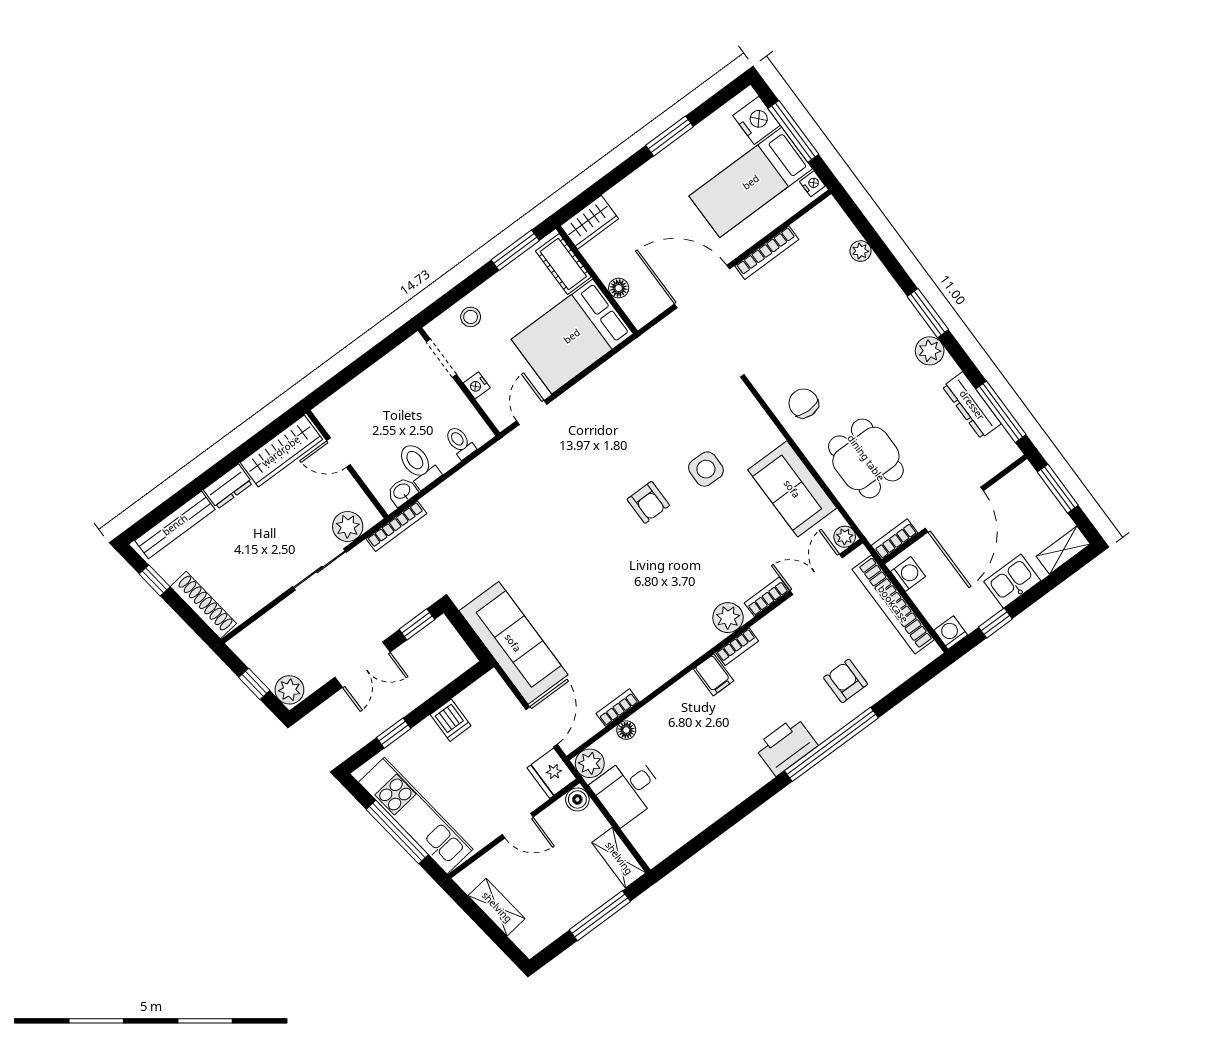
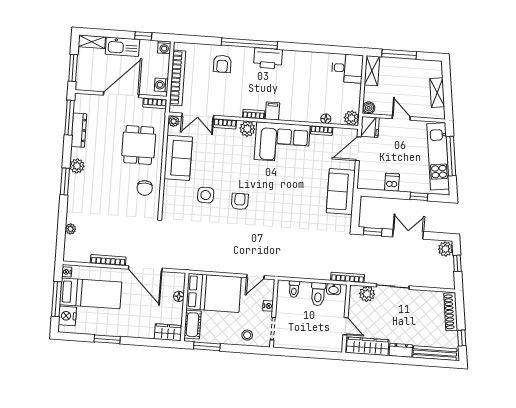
kitchen sink: (1012, 581) -> (122, 47), width x1.38
corner sofa: (660, 641) -> (282, 142), added
sofa: (513, 643) -> (341, 192), width x0.73
desk: (628, 790) -> (347, 68), moved

